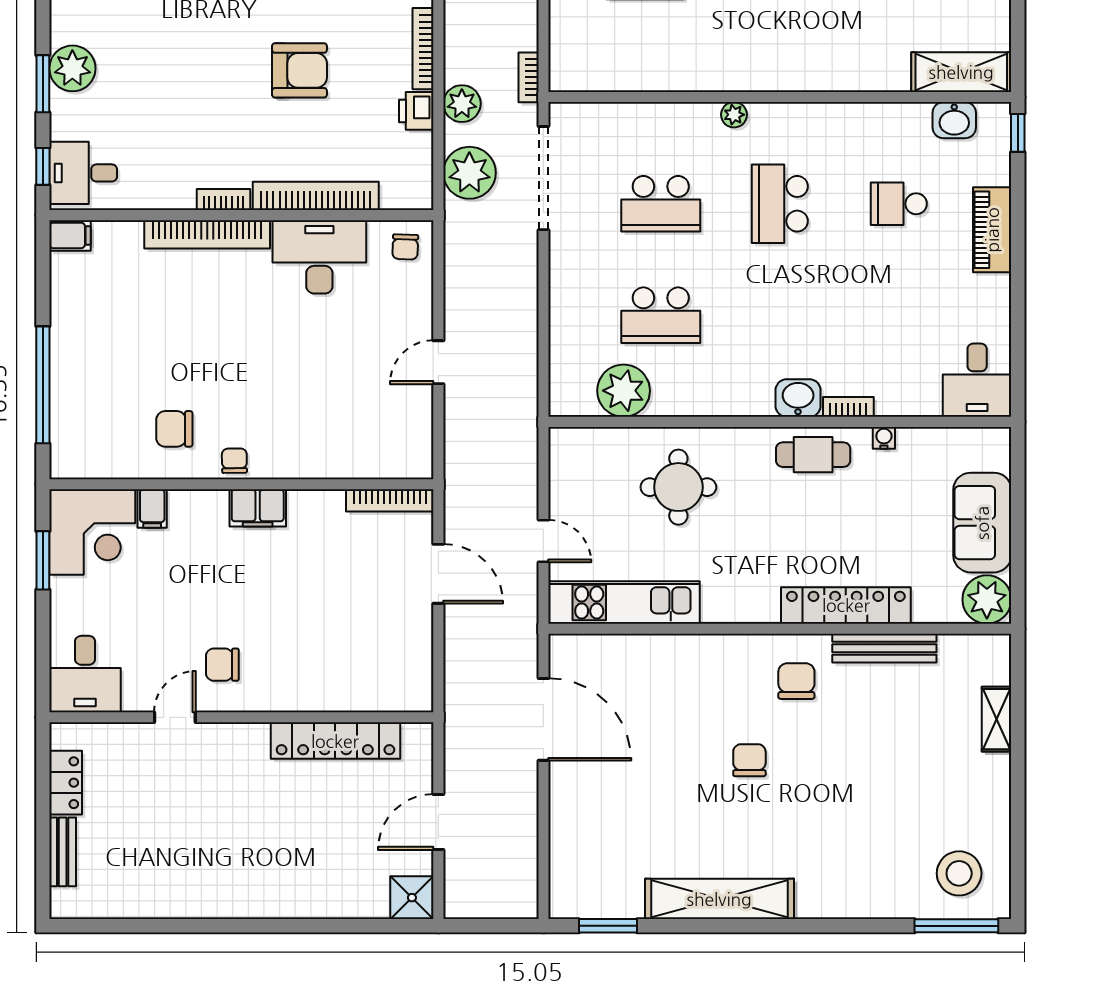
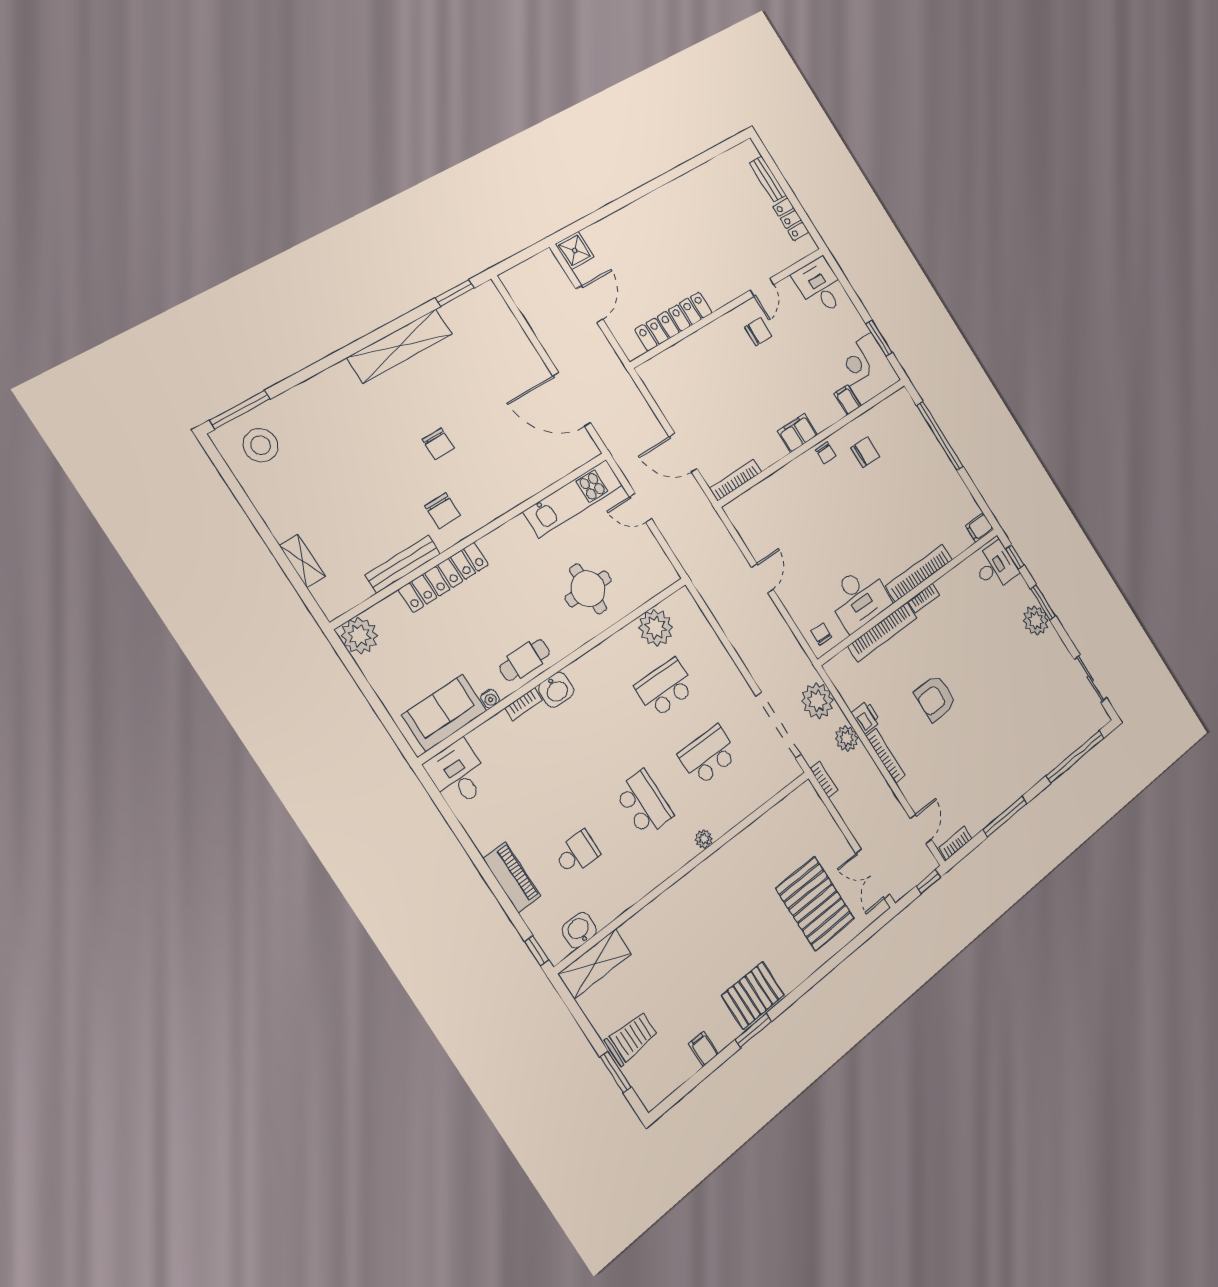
sofa: (982, 523) -> (444, 713), moved, turned -90

